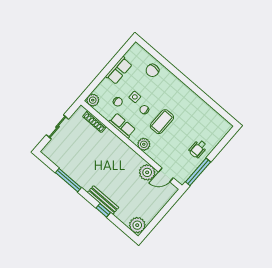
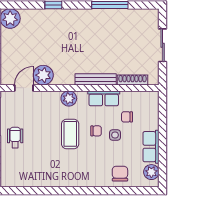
plant: (93, 100) -> (151, 172), moved
bench: (103, 200) -> (96, 79), moved

